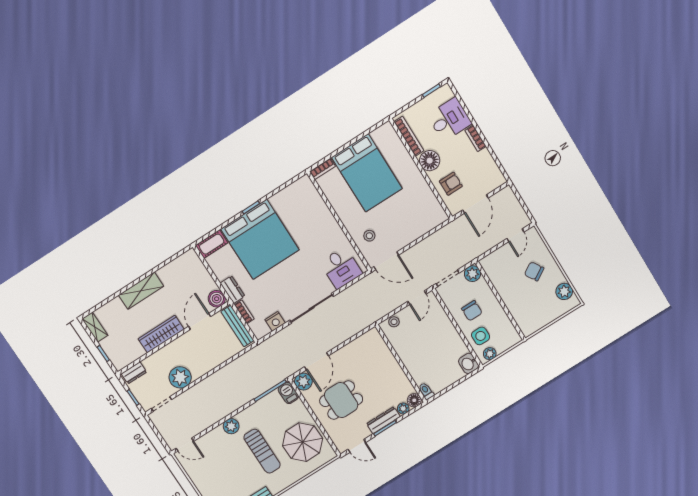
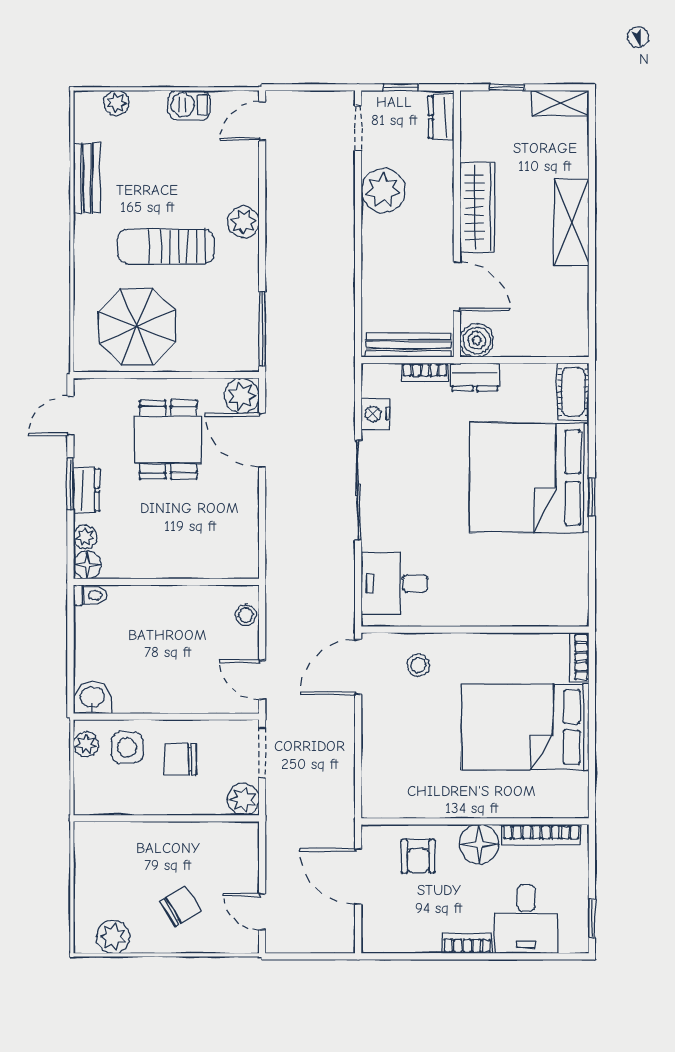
barbecue: (288, 393) -> (189, 105), moved, turned 180
dresser: (383, 420) -> (86, 490), width x0.70

